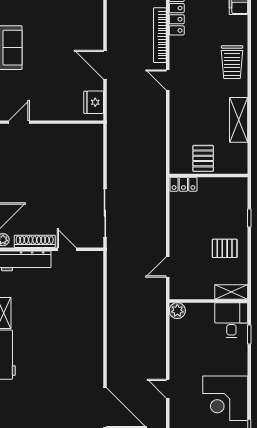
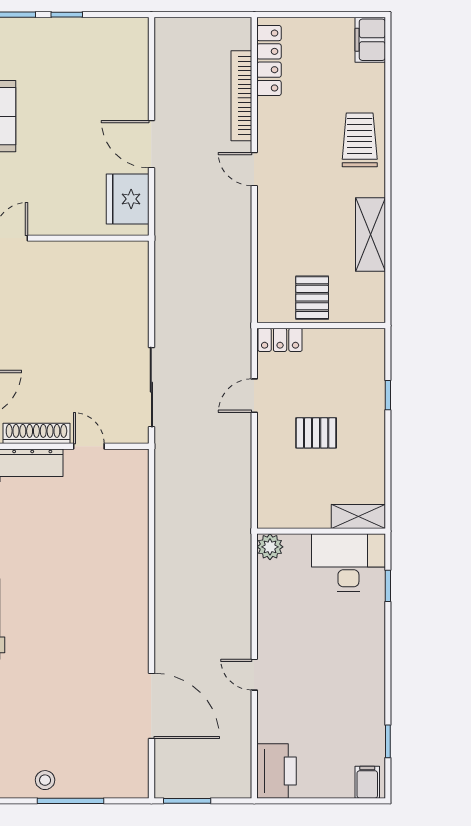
trolley: (232, 62) -> (360, 140), turned 180
fridge: (94, 102) -> (128, 199), width x1.36, depth x1.34
pallet: (225, 248) -> (316, 433), moved
door: (168, 267) -> (254, 396), moved
desk: (231, 320) -> (348, 563), width x1.37
corner desk: (225, 398) -> (349, 690), removed

